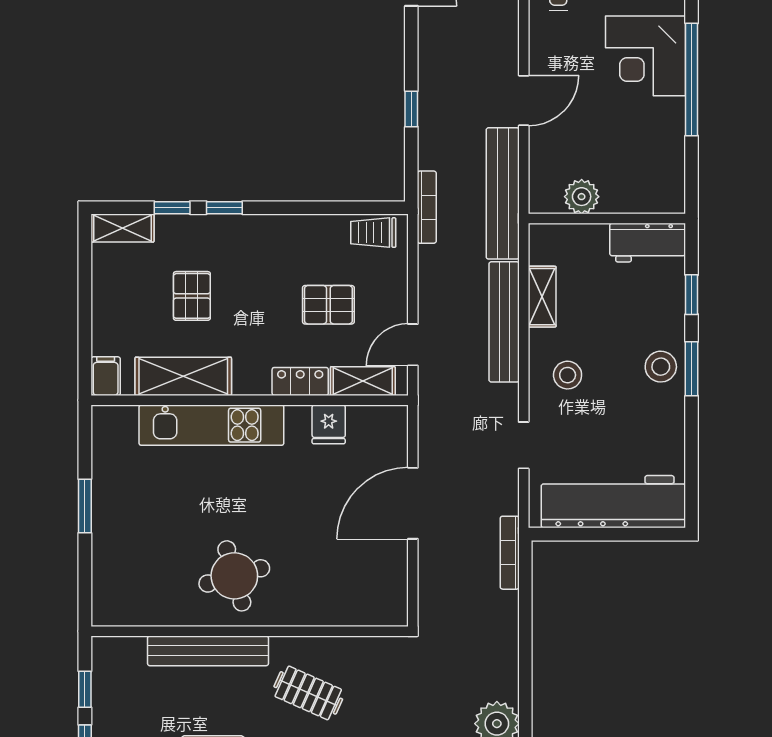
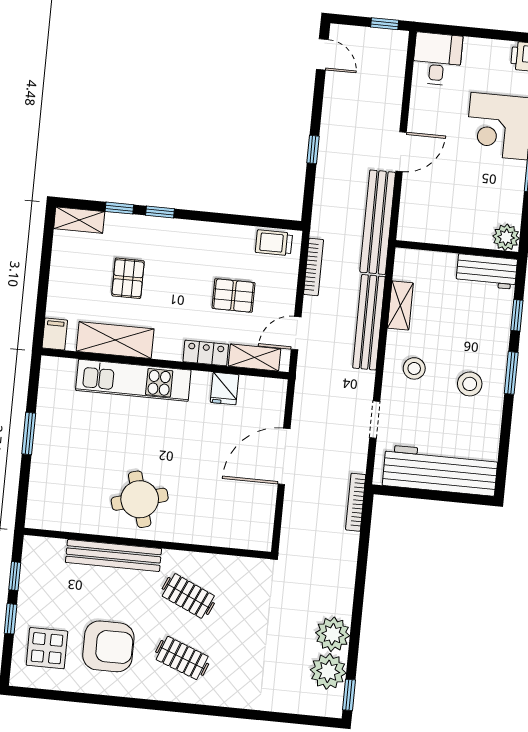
plant: (582, 197) -> (506, 237), moved
bookcase: (427, 207) -> (314, 267), moved
stool: (661, 367) -> (470, 384), moved

